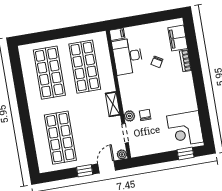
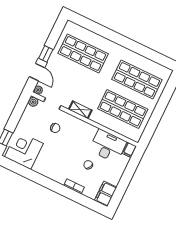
filing cabinet: (178, 38) -> (106, 194), moved, turned -90
plant: (129, 116) -> (33, 102), moved

